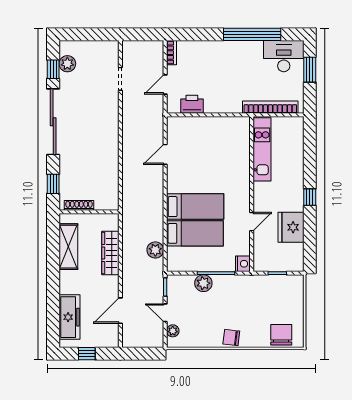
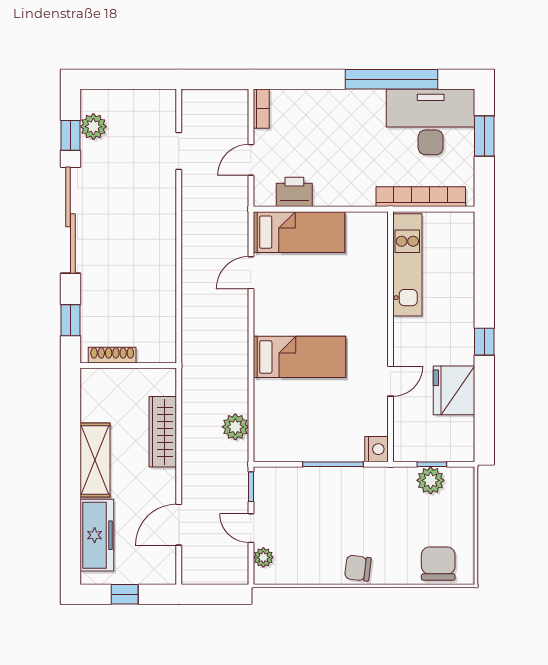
desk: (284, 56) -> (431, 122), width x1.36, depth x1.30
bed: (195, 233) -> (299, 232), moved
shelving: (68, 247) -> (95, 460), moved
plant: (203, 283) -> (431, 480), moved

